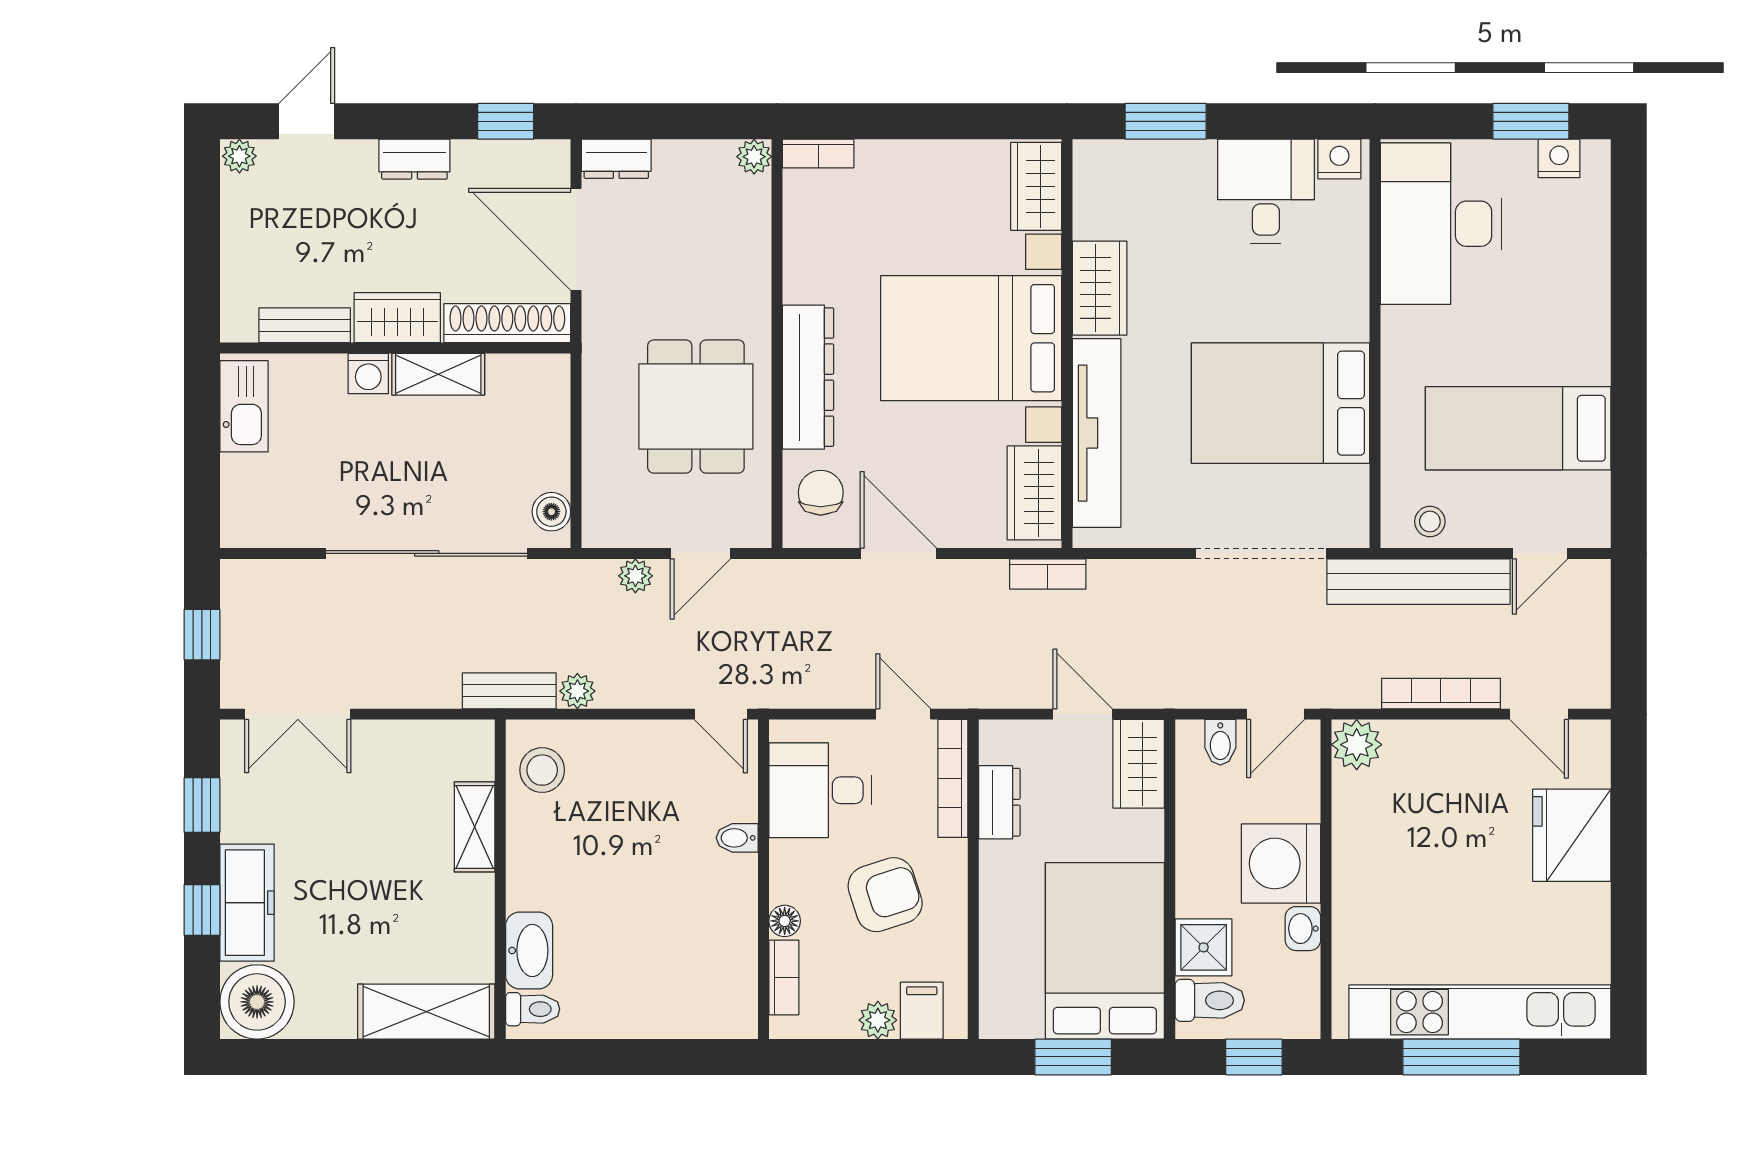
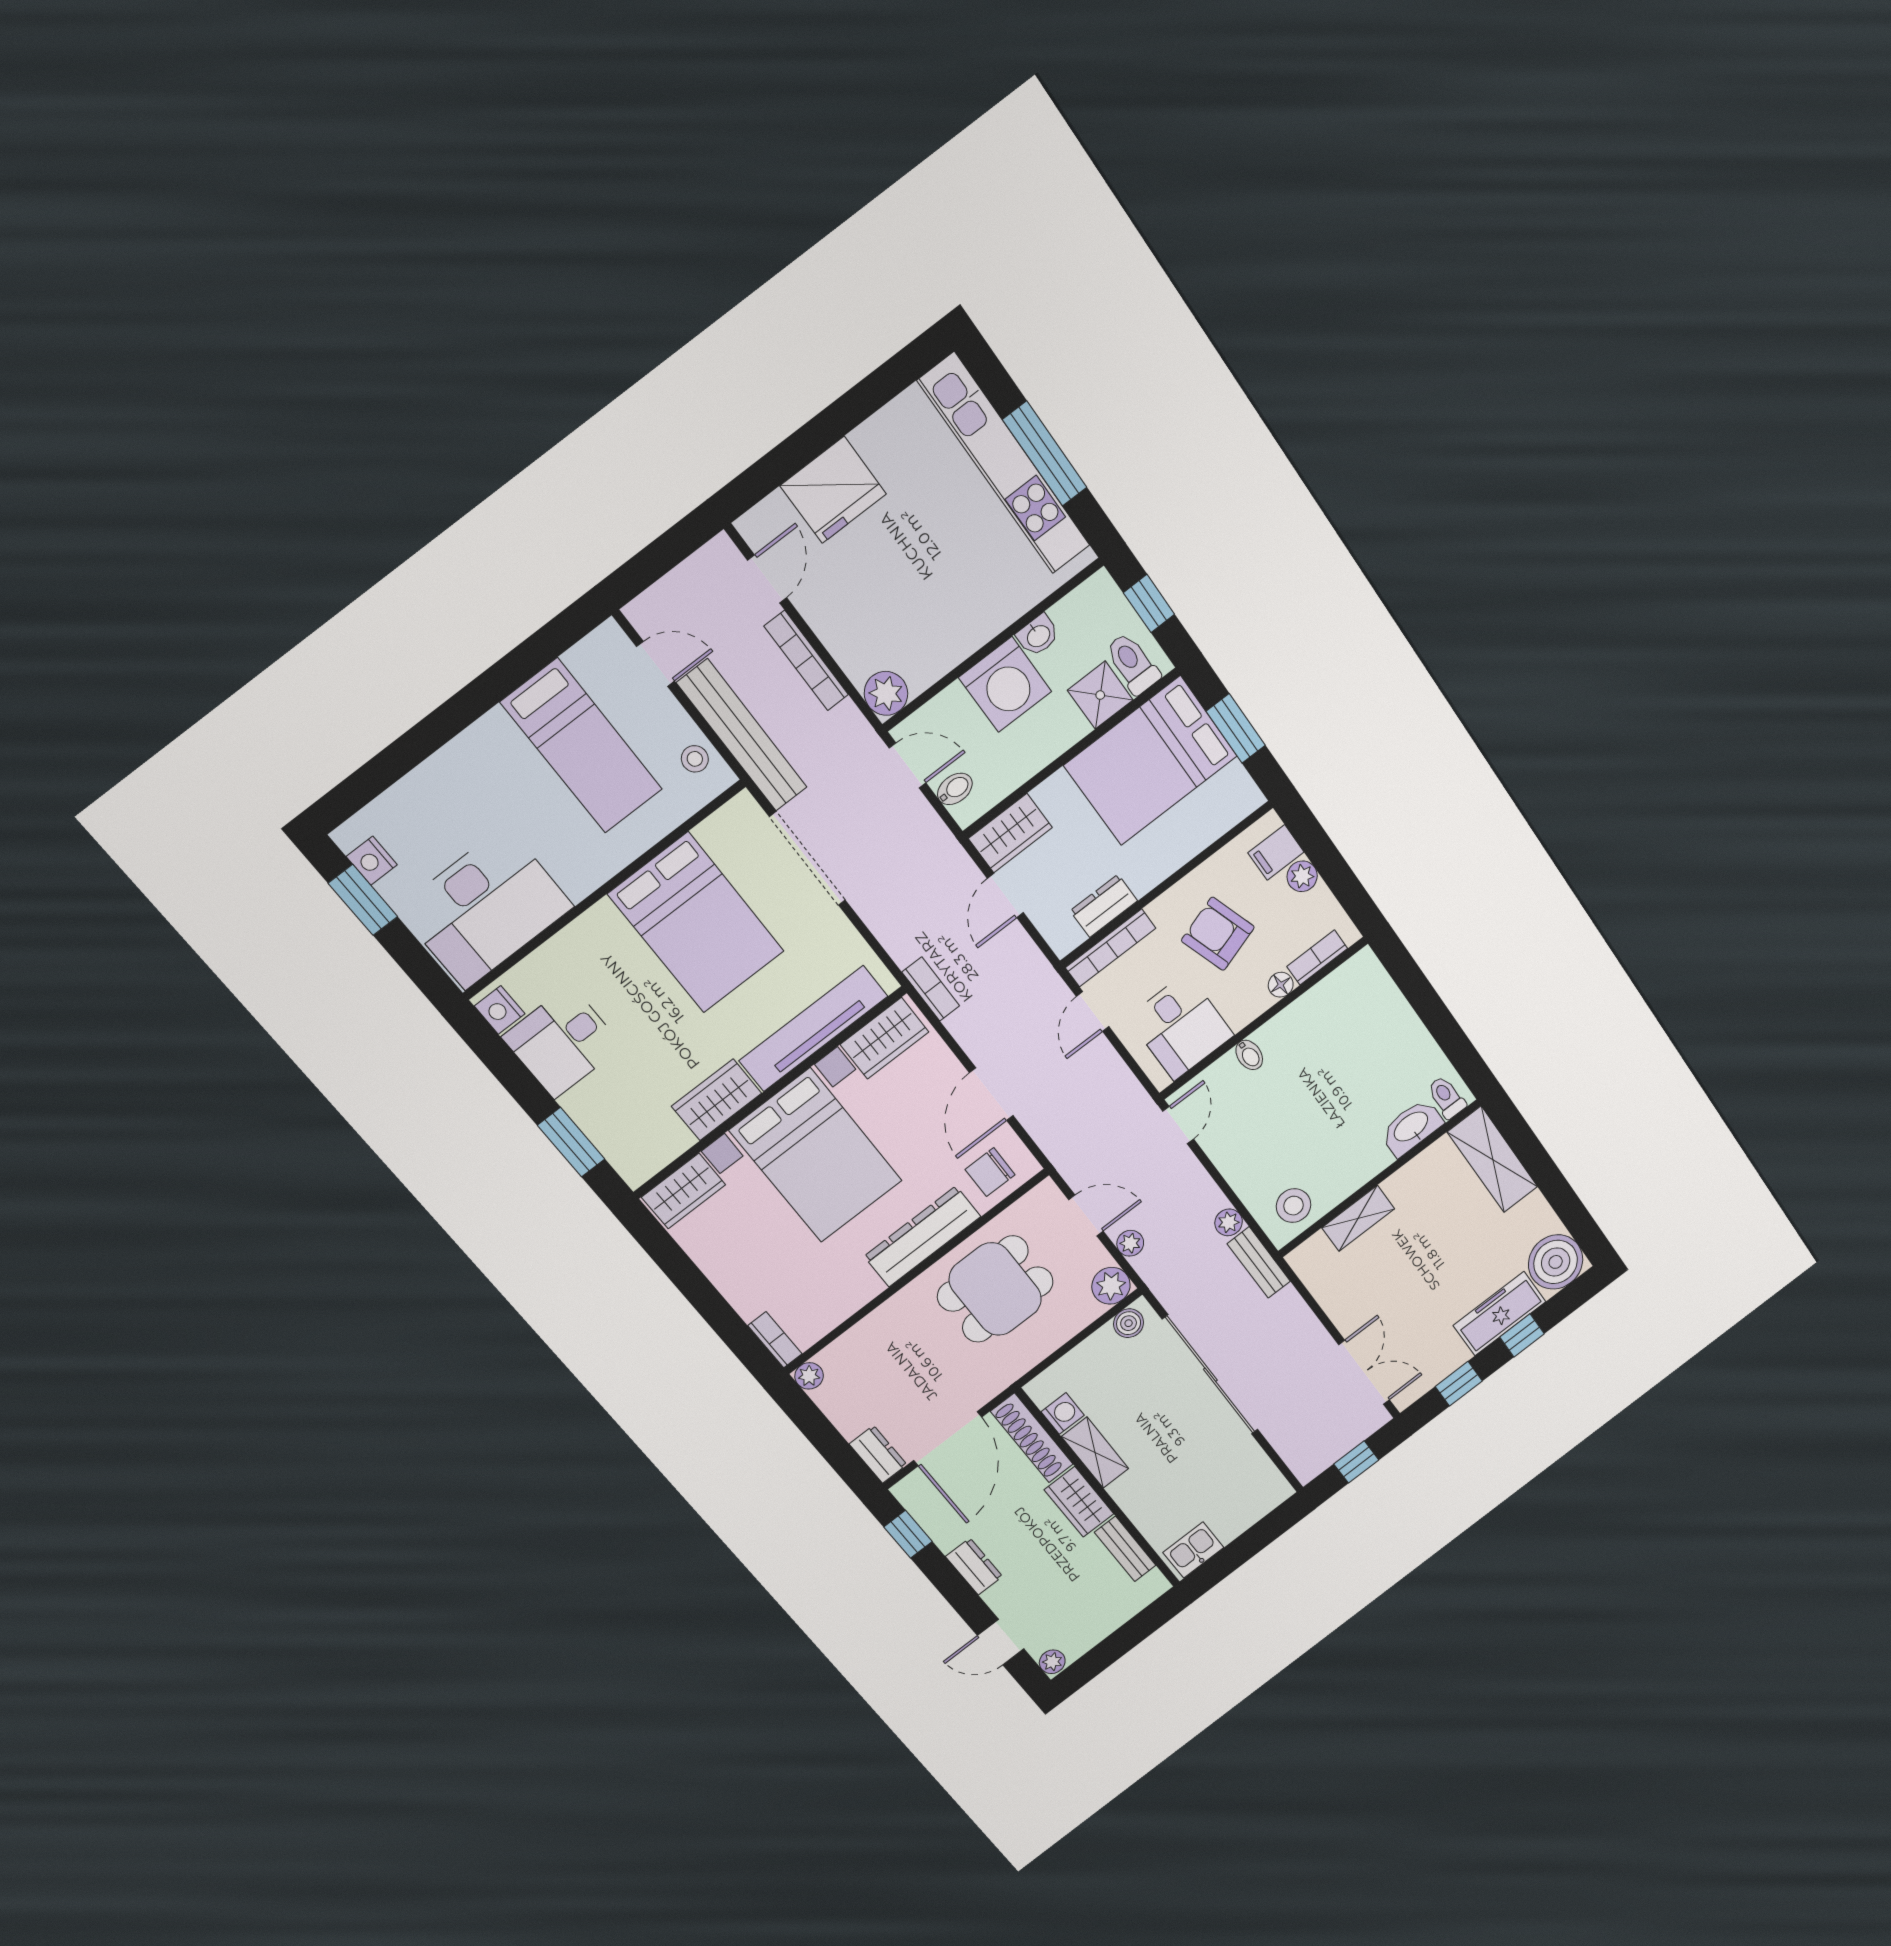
washing machine: (368, 374) -> (1063, 1413), moved
kitchen sink: (244, 406) -> (1193, 1550), width x0.73
plant: (606, 524) -> (1111, 1286), added

